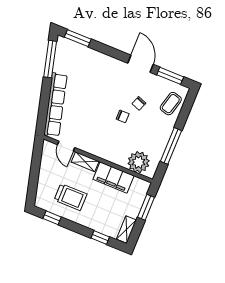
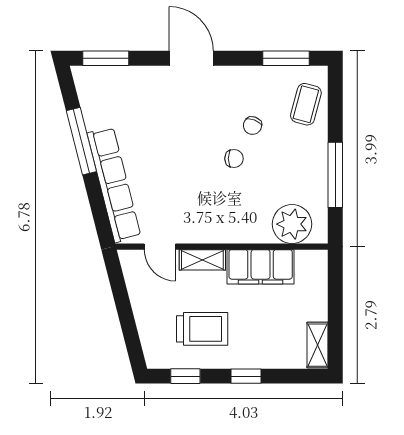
window: (50, 59) -> (81, 141), moved
door: (140, 64) -> (191, 58), moved
window: (146, 207) -> (335, 294), removed
window: (100, 237) -> (246, 376), moved

